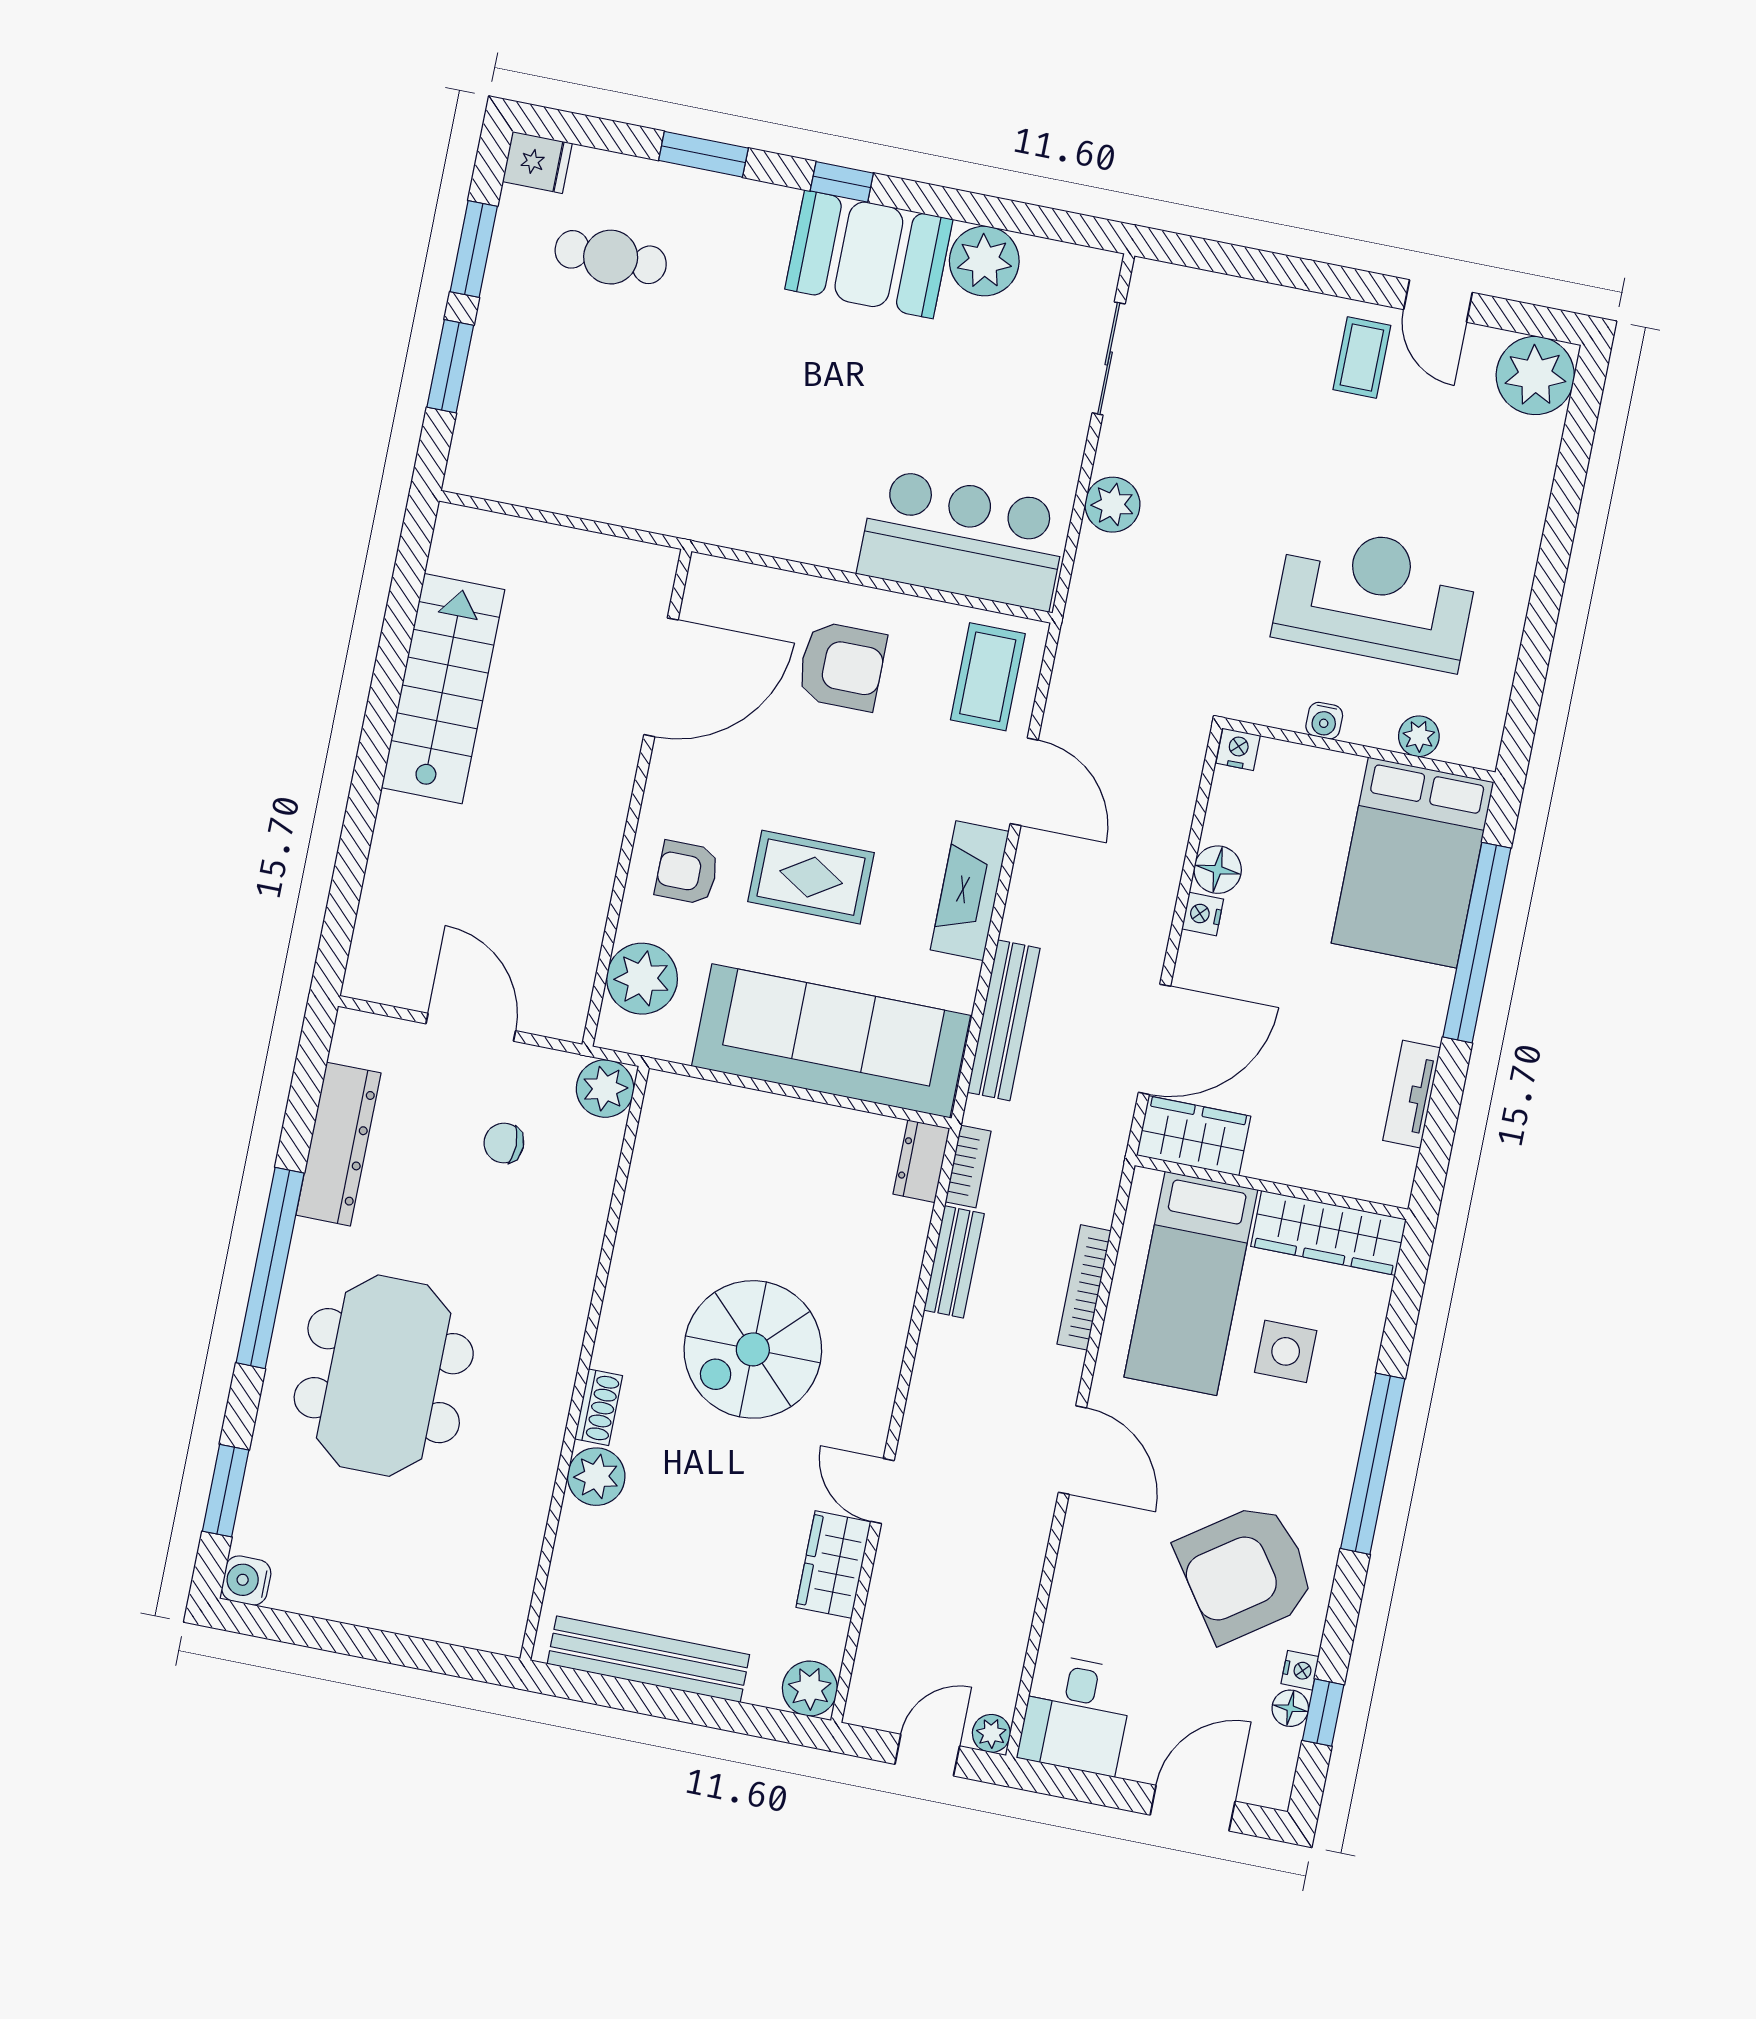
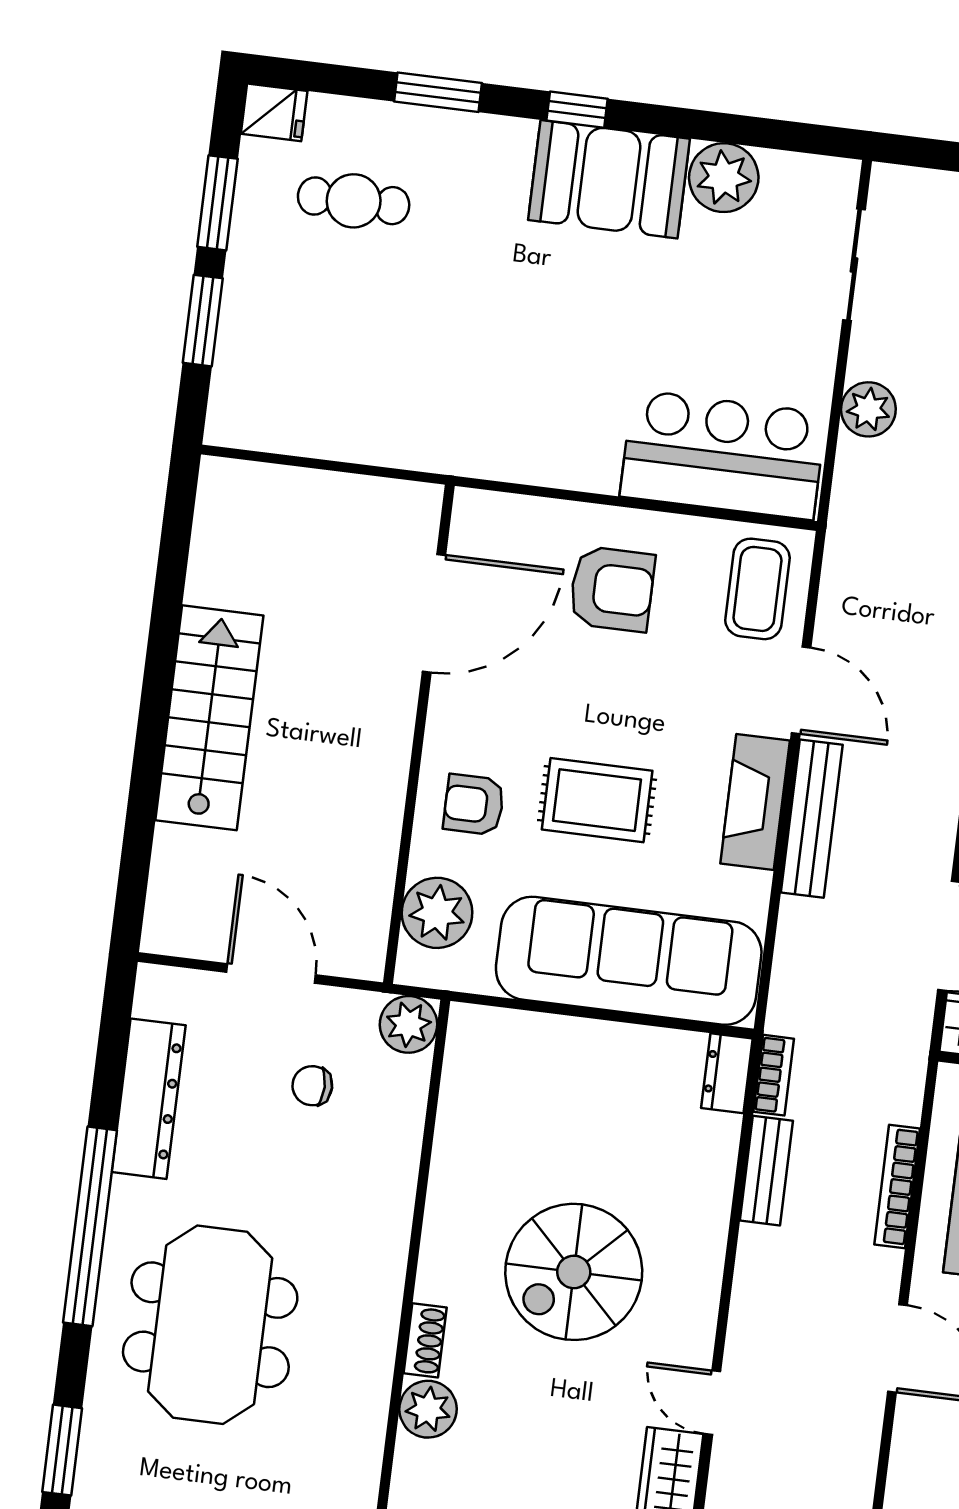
stairs: (443, 689) -> (209, 718), moved
bench: (1004, 1020) -> (812, 819), moved

